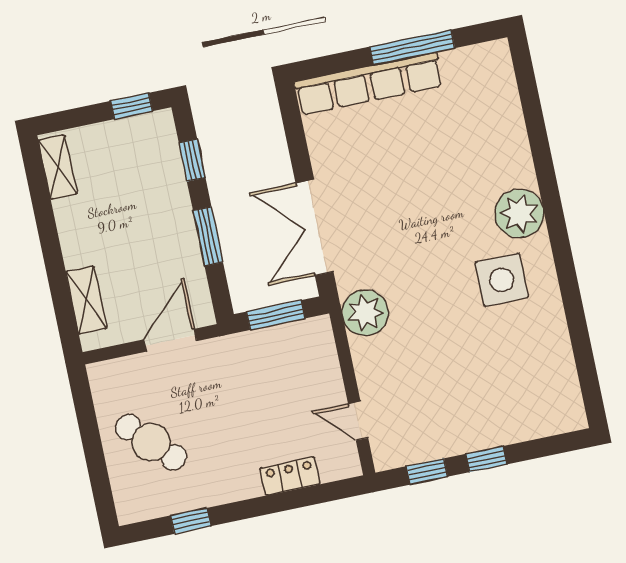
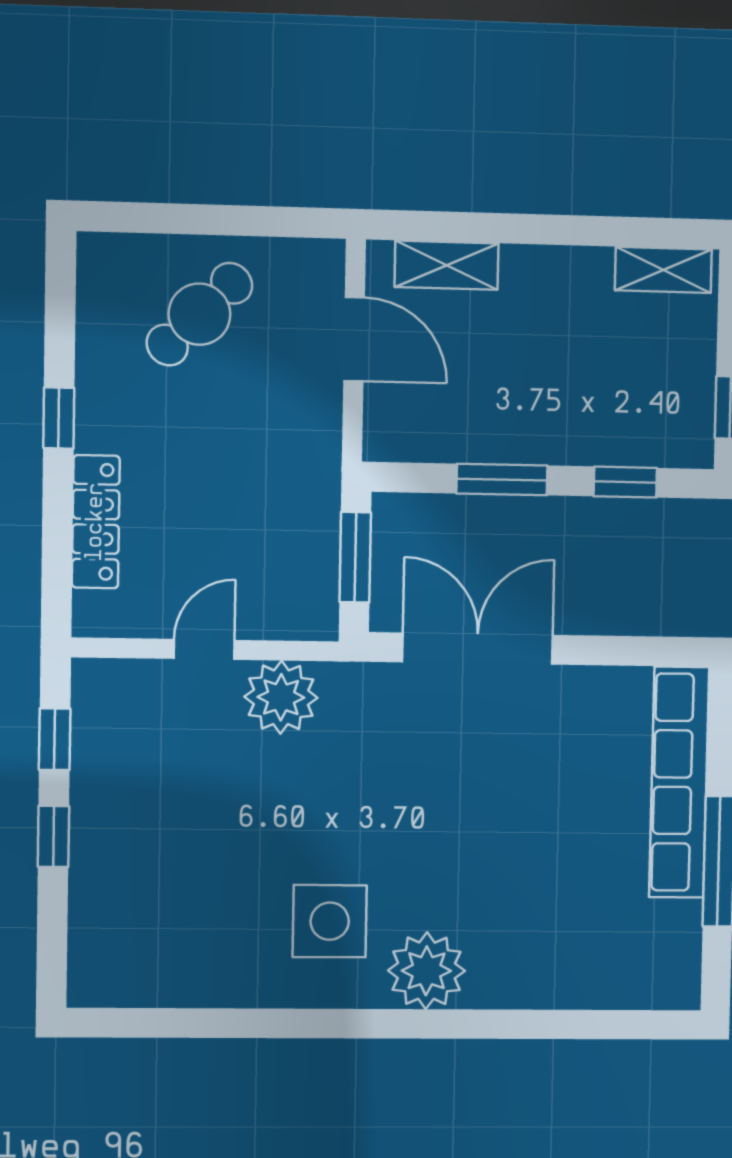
plant: (365, 313) -> (281, 697), moved
door: (170, 340) -> (354, 339), moved
door: (358, 421) -> (204, 649), moved
locker: (290, 476) -> (96, 522), width x1.53
window: (191, 521) -> (59, 418), moved

